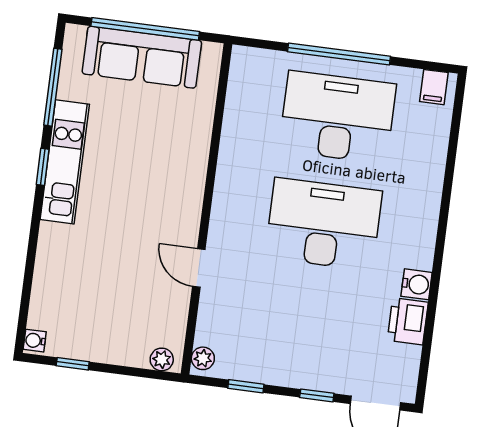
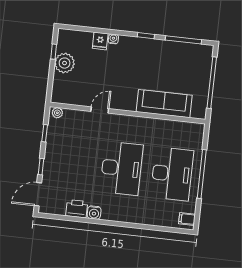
sofa: (142, 57) -> (164, 104), moved, turned 90
kitchen unit: (65, 162) -> (148, 46), removed
fridge: (52, 264) -> (100, 41), added
water cooler: (35, 341) -> (113, 39), moved
plant: (162, 359) -> (65, 63), moved, width x1.87, depth x1.87

